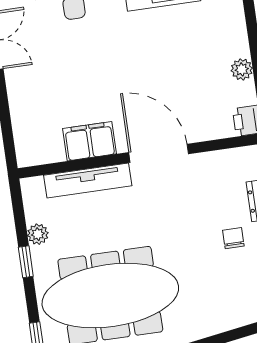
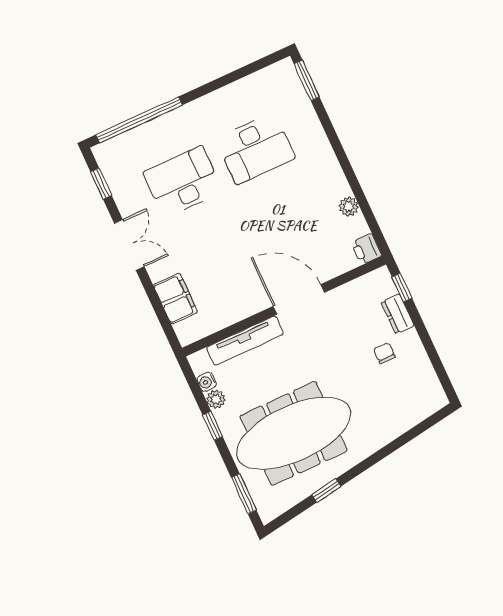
filing cabinet: (90, 141) -> (175, 299), moved, turned 90
water cooler: (34, 212) -> (207, 382), added

